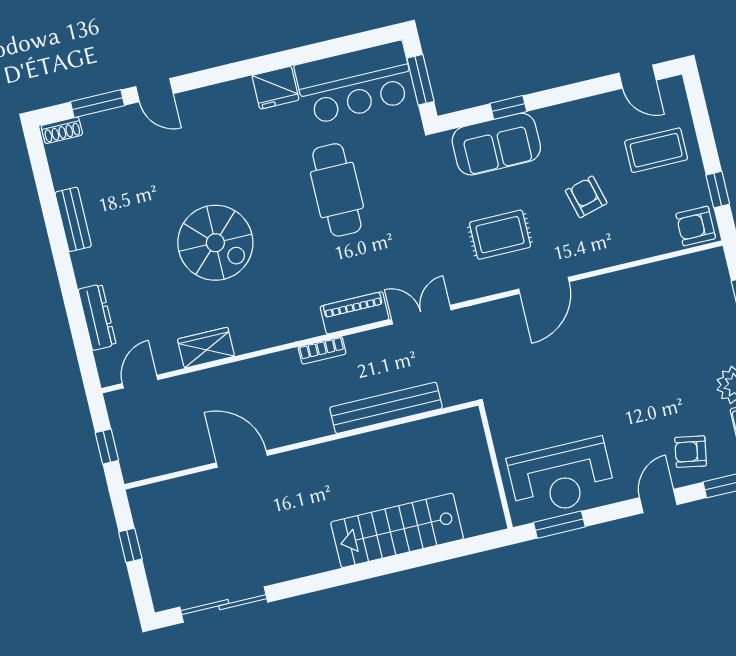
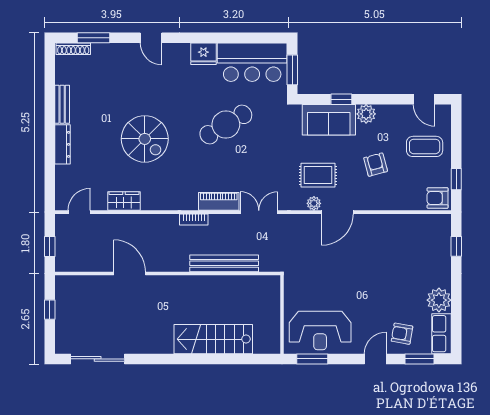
door: (155, 90) -> (151, 38), moved
plant: (552, 121) -> (366, 114), added
shoe rack: (62, 130) -> (73, 49), width x1.43
cafe table: (337, 190) -> (226, 125), turned 59
plant: (504, 281) -> (314, 203), added
dresser: (97, 317) -> (63, 144), moved

